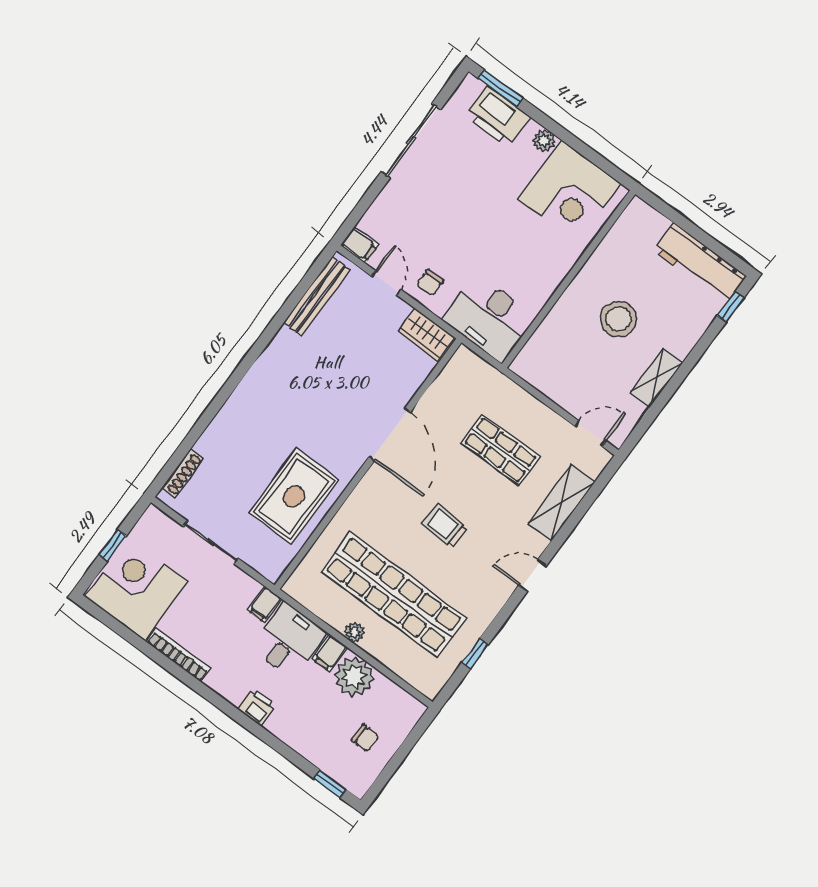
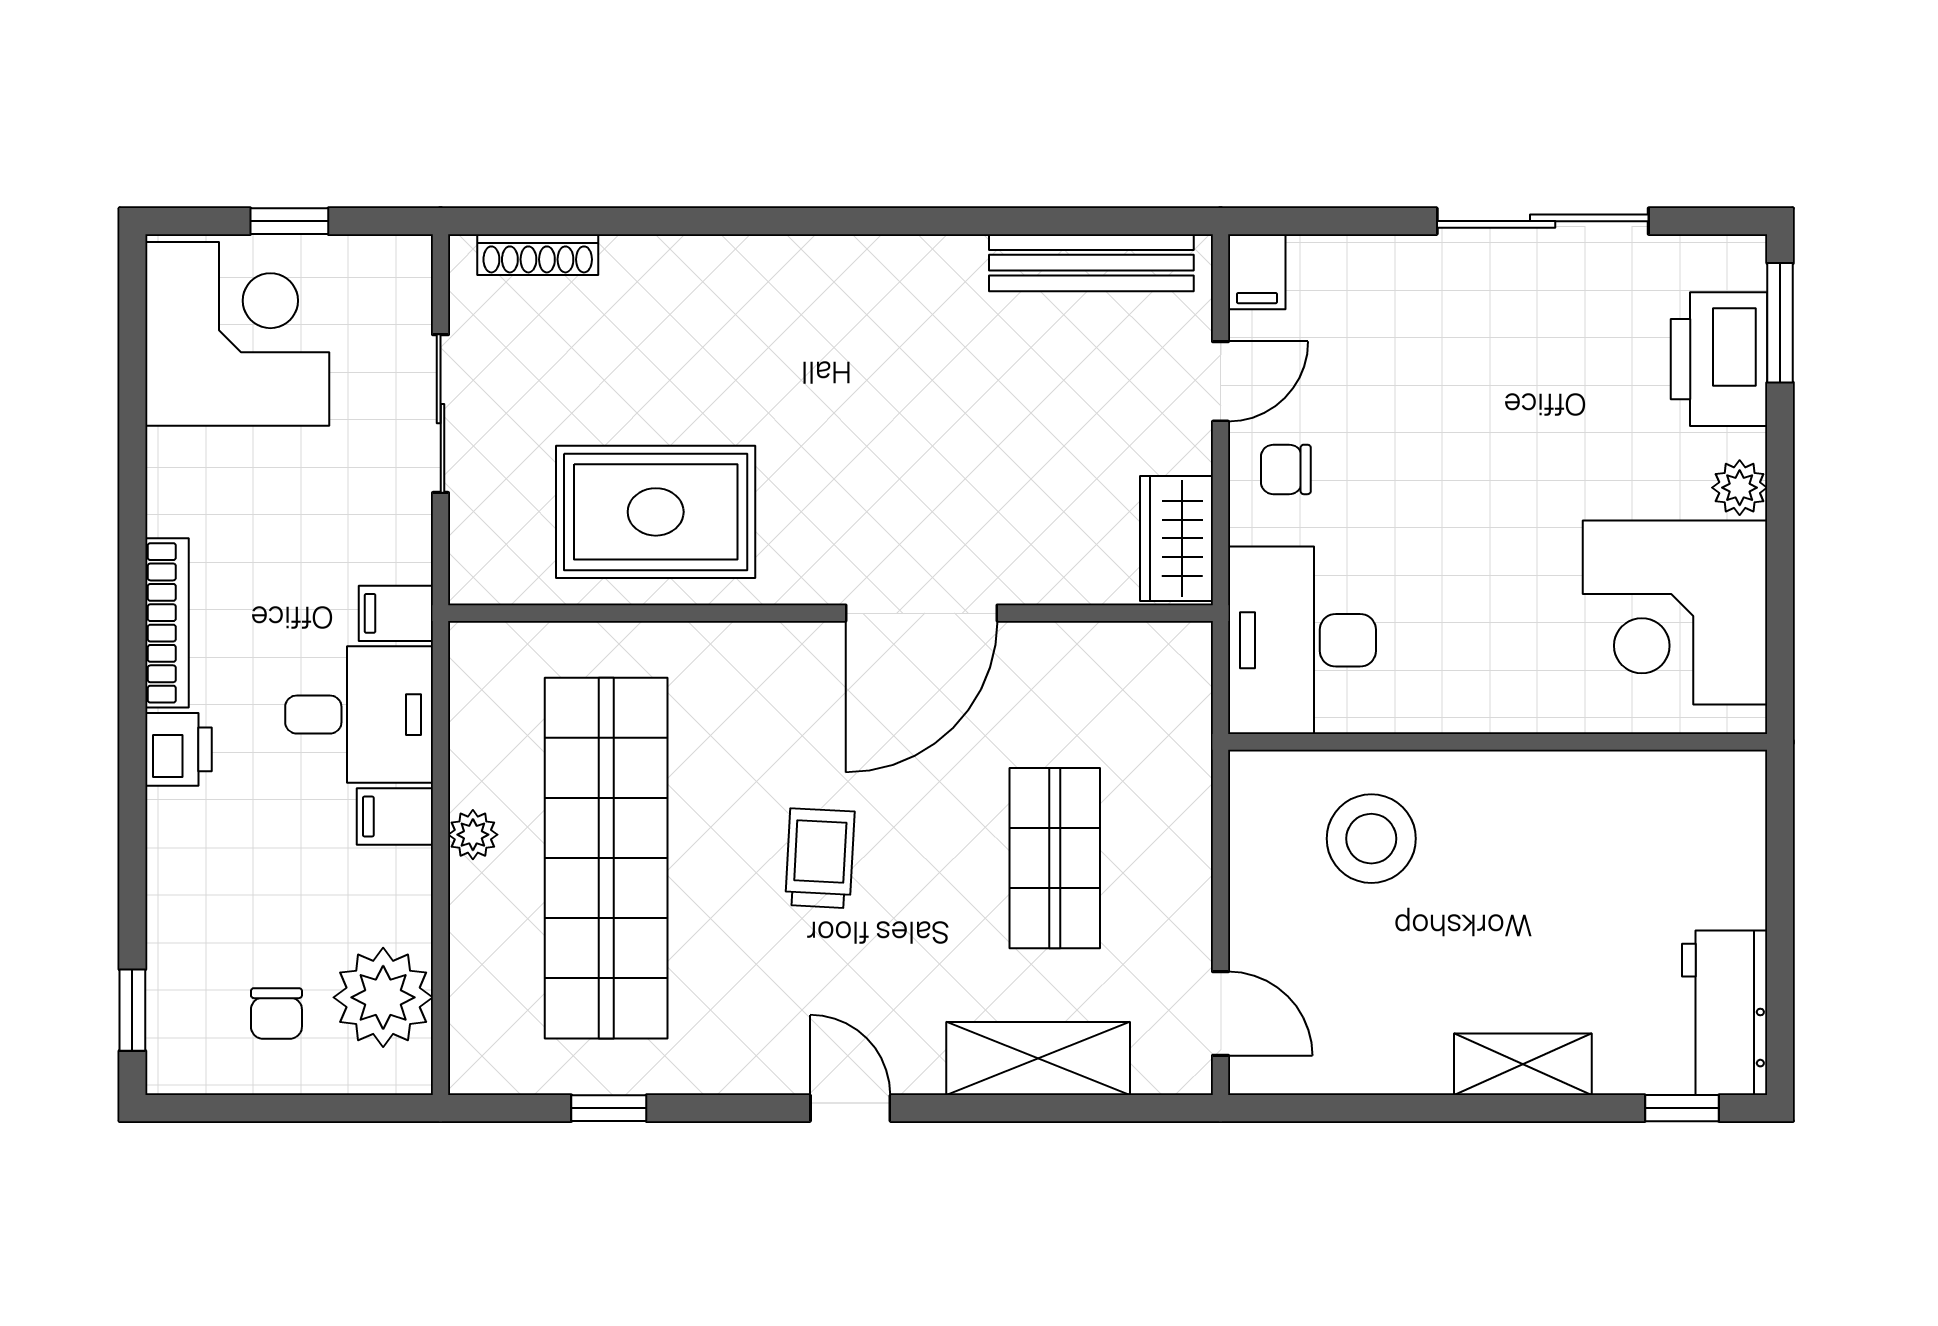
workbench: (700, 263) -> (1725, 1013), width x0.73
stool: (618, 319) -> (1371, 839), moved
shelving: (657, 378) -> (1523, 1064), moved
bookcase: (179, 655) -> (167, 623), moved
plant: (354, 677) -> (383, 997), moved

